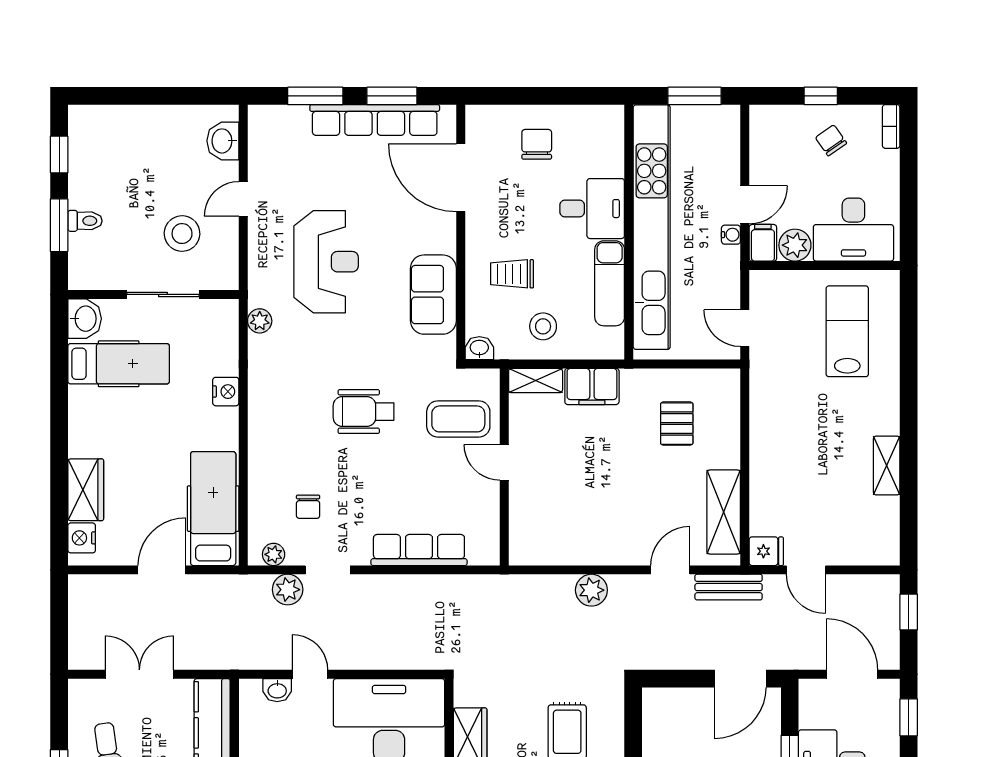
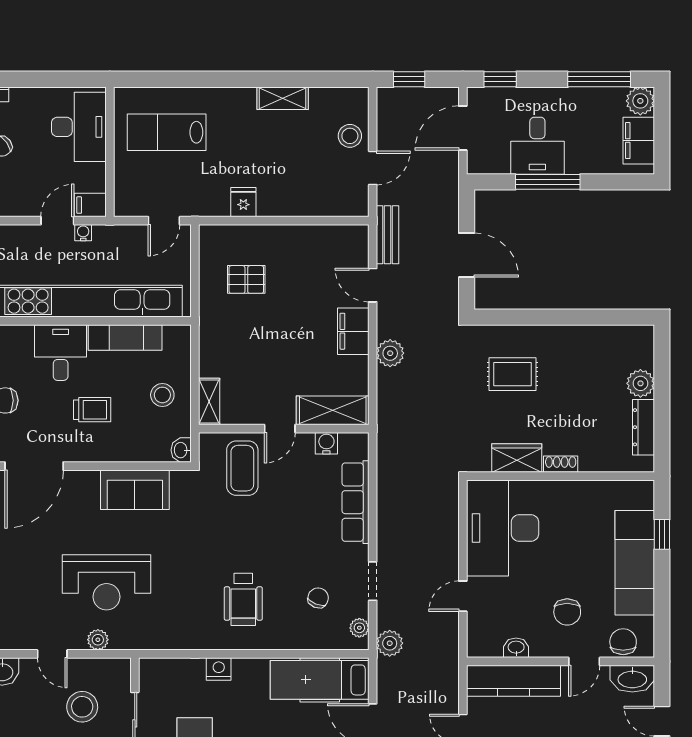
door: (745, 205) -> (57, 221), hinge flipped
plant: (795, 245) -> (92, 177), removed
reception desk: (326, 262) -> (106, 582), turned 180
trolley: (512, 274) -> (92, 410), moved, turned -90
plant: (260, 321) -> (98, 640), moved
filing cabinet: (592, 386) -> (353, 331), moved, turned 180
wheelchair: (364, 412) -> (243, 599), moved
chair: (308, 507) -> (318, 598), turned -68
shelving: (724, 512) -> (333, 410), moved
water cooler: (487, 516) -> (326, 443), added
stool: (843, 543) -> (350, 136), added
fridge: (766, 551) -> (243, 202), moved
plant: (288, 590) -> (390, 643), moved
door: (740, 679) -> (467, 255), moved
washbasin: (277, 690) -> (516, 648), moved, turned -90

